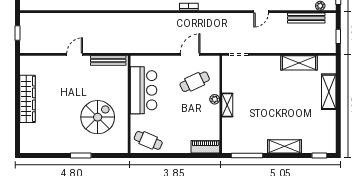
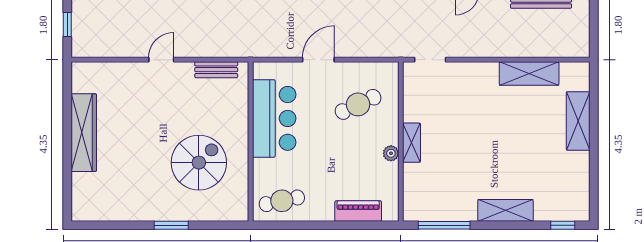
window: (338, 36) -> (594, 30), removed
door: (190, 54) -> (318, 60), moved
bench: (108, 61) -> (216, 70), width x0.73
plant: (215, 99) -> (391, 153), moved
cafe table: (148, 140) -> (282, 201), turned -35
piano: (205, 147) -> (358, 211), moved

